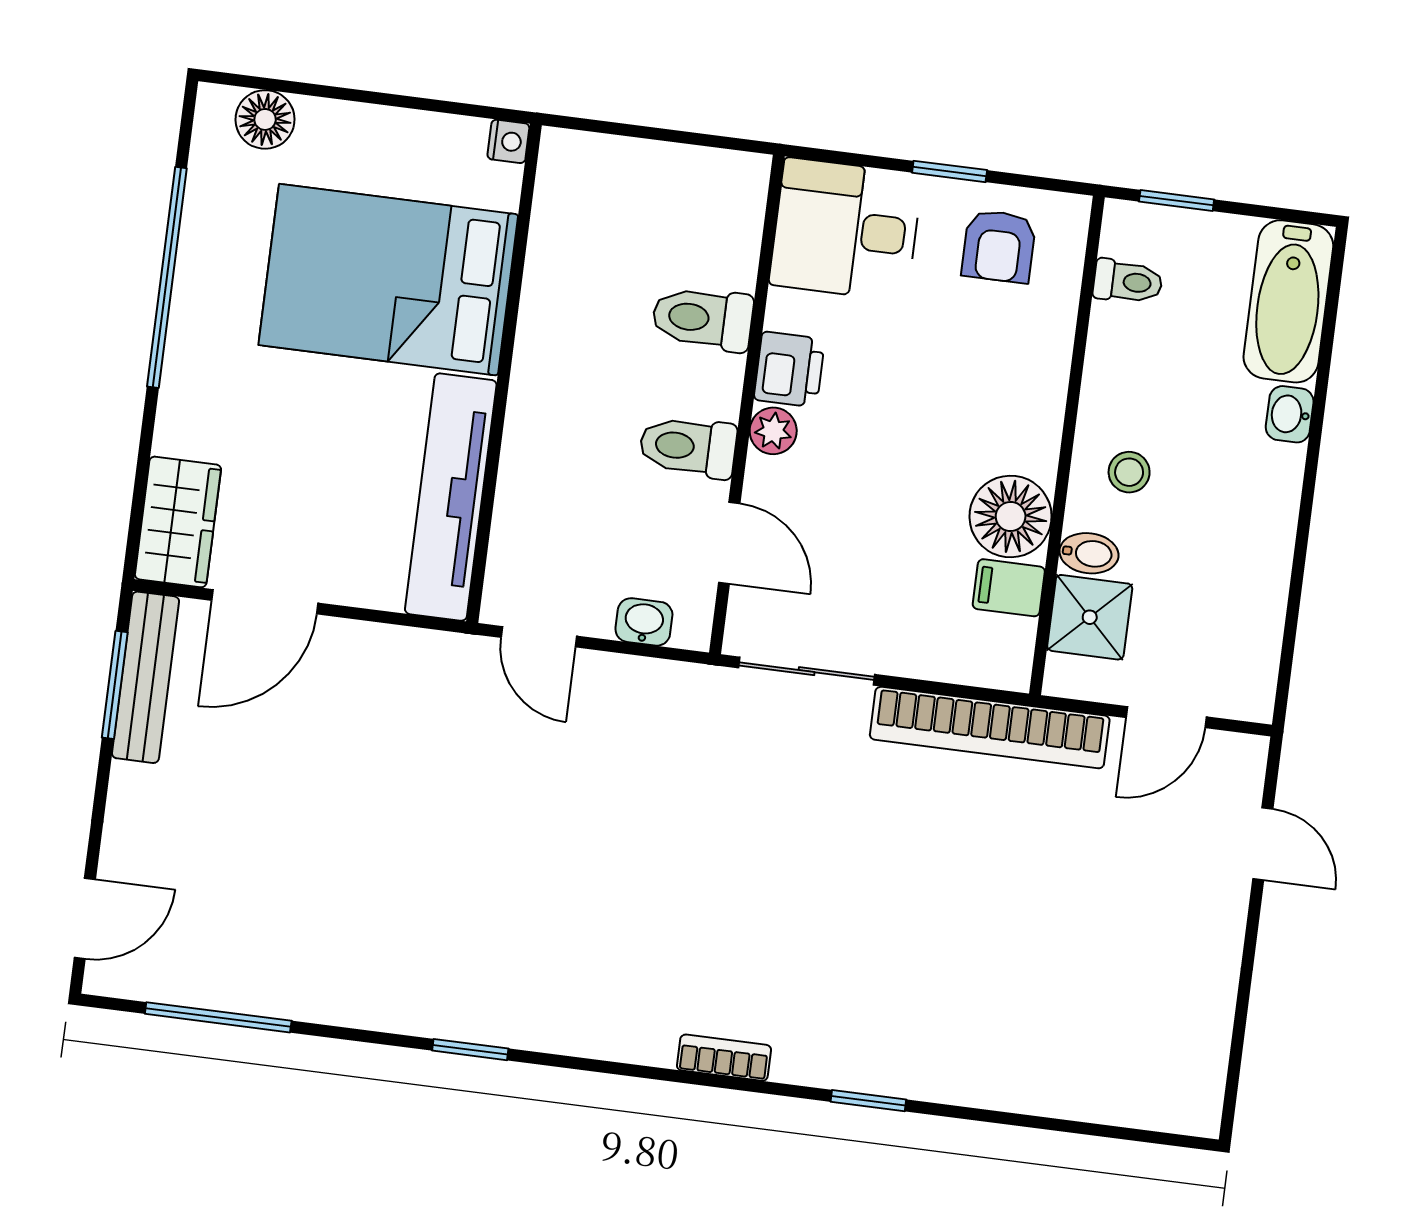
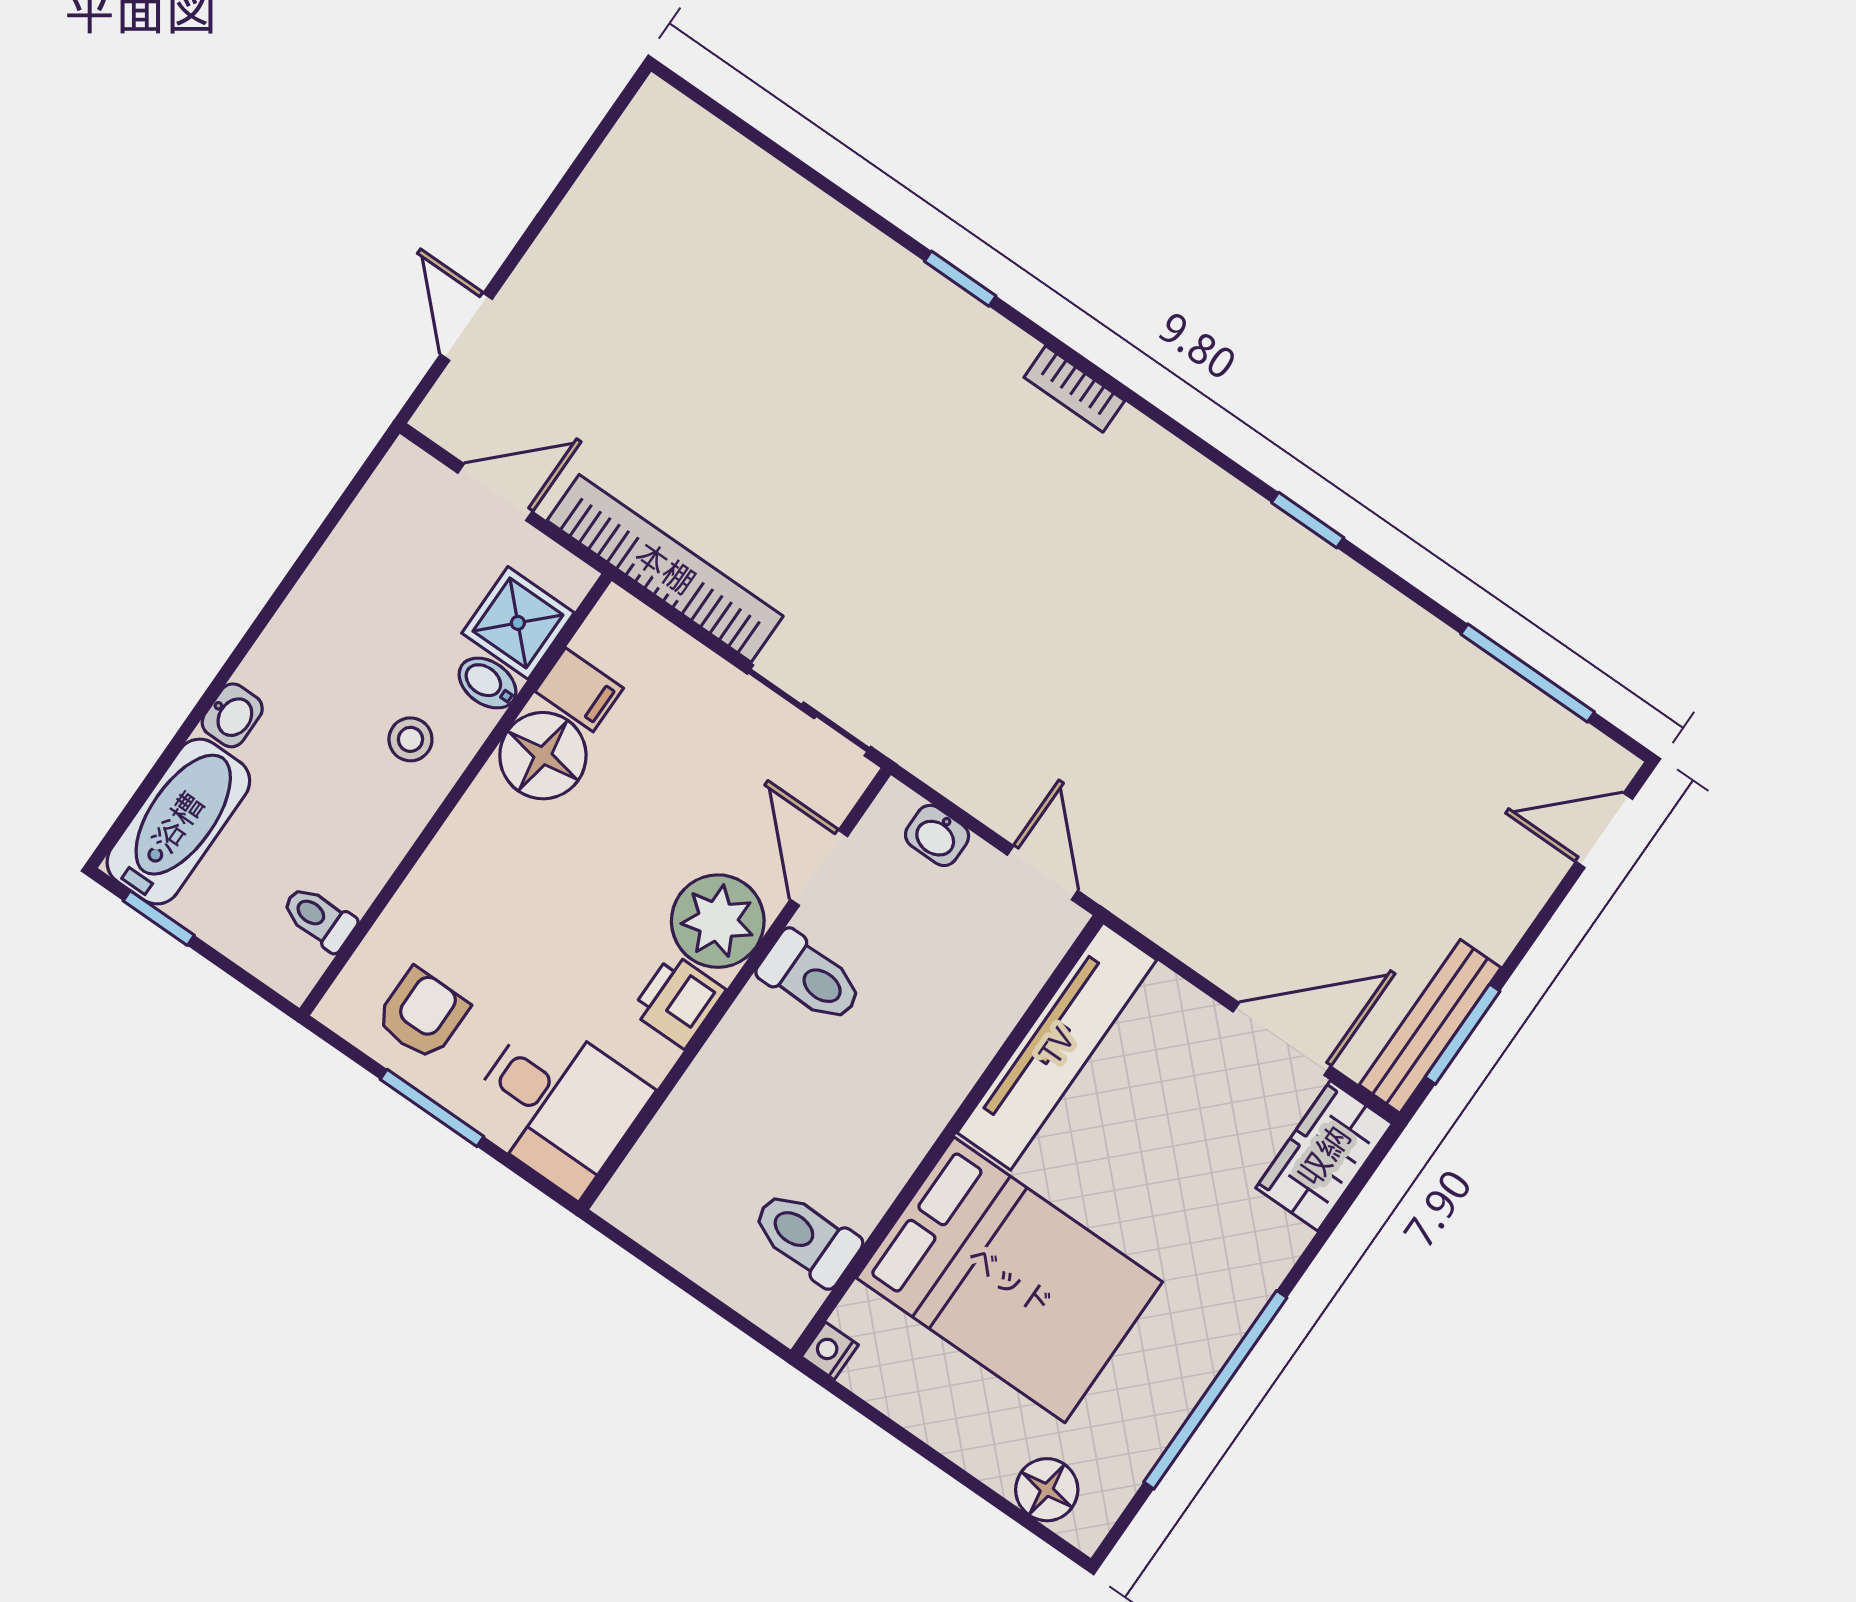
window: (950, 171) -> (432, 1108), width x1.50
window: (1177, 201) -> (159, 918), moved
toilet: (702, 319) -> (806, 1237), moved, turned 180
plant: (773, 431) -> (718, 921), width x1.88, depth x1.88

